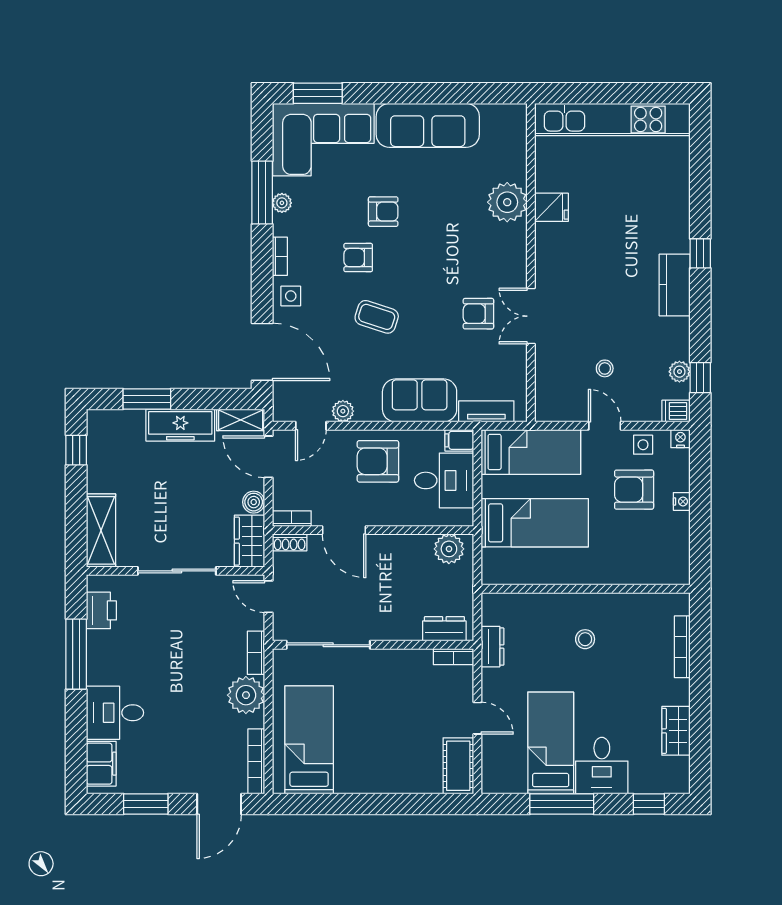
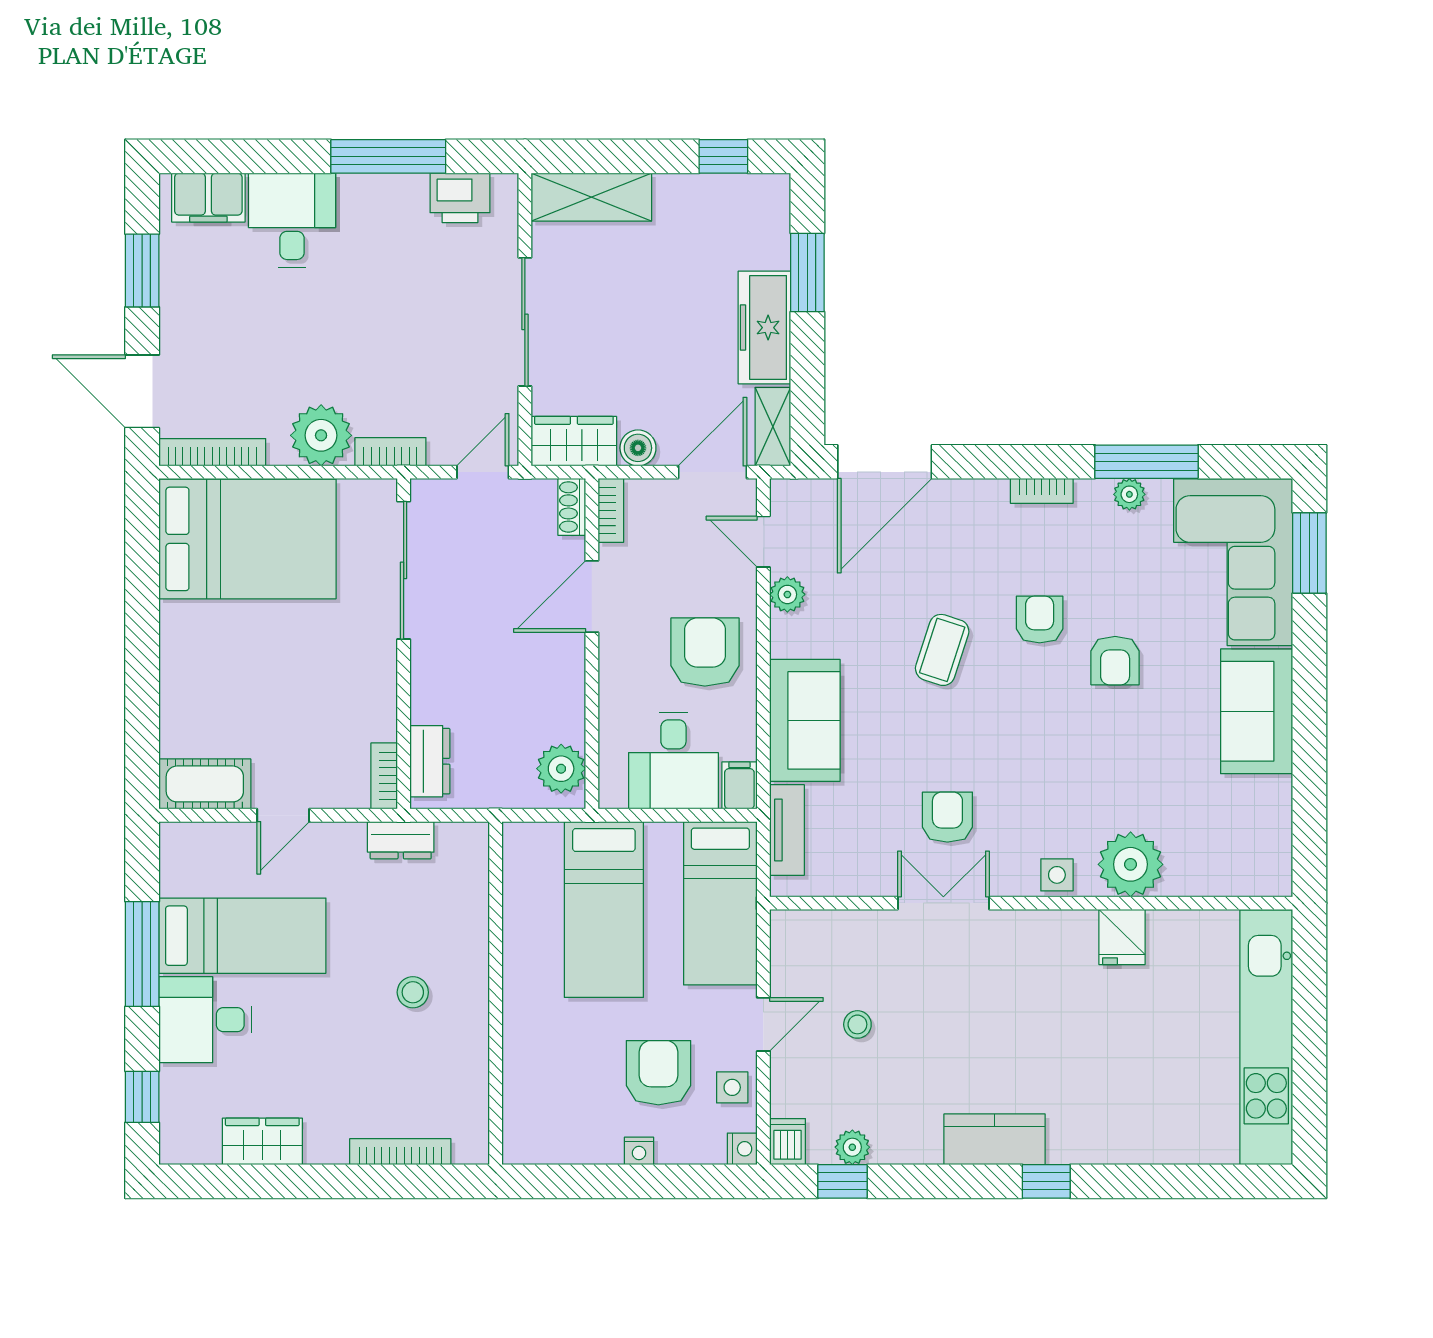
sofa: (428, 125) -> (1257, 711), width x0.73
side table: (291, 296) -> (1057, 875), moved
bed: (309, 740) -> (247, 539), width x1.50

